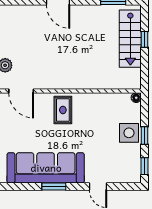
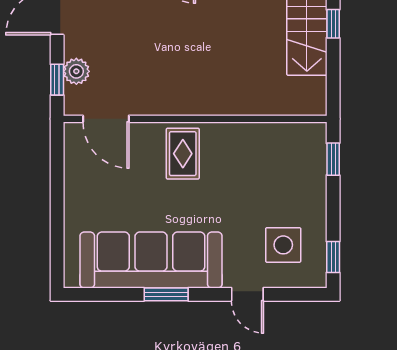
floor lamp: (136, 98) -> (318, 131), removed
side table: (129, 133) -> (283, 245), moved
window: (145, 135) -> (333, 159), moved

